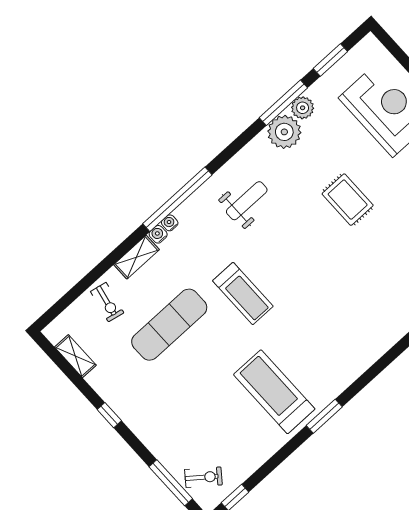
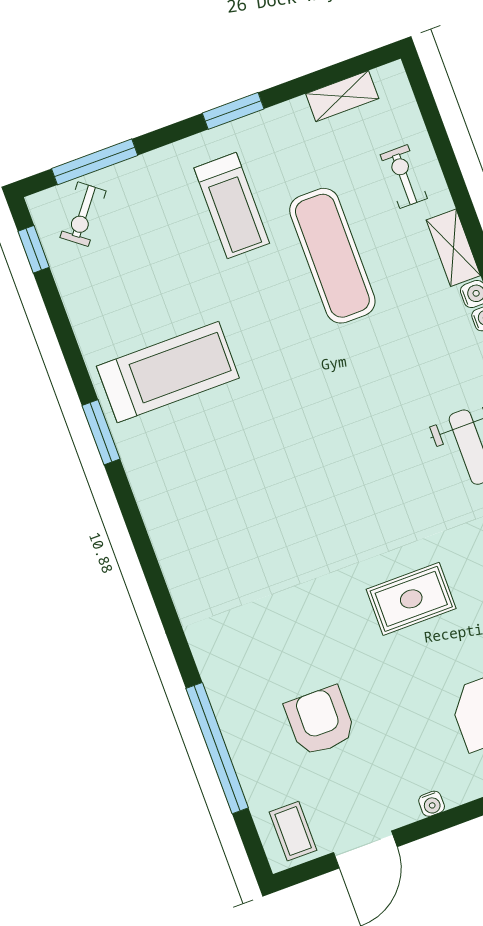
treadmill: (243, 294) -> (232, 206), moved, turned -90
exercise bike: (107, 302) -> (404, 177), turned 78
window: (109, 415) -> (233, 111), width x1.50

